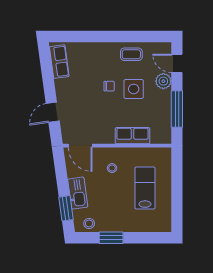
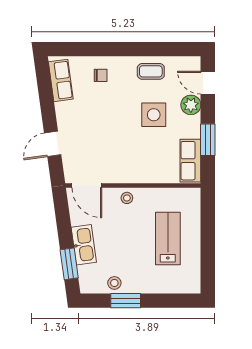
chair: (109, 86) -> (101, 75), moved
window: (177, 109) -> (208, 140), width x0.69
row of seats: (133, 136) -> (190, 161), moved, turned -90
stool: (112, 168) -> (127, 198), moved
stool: (89, 223) -> (114, 283), moved

